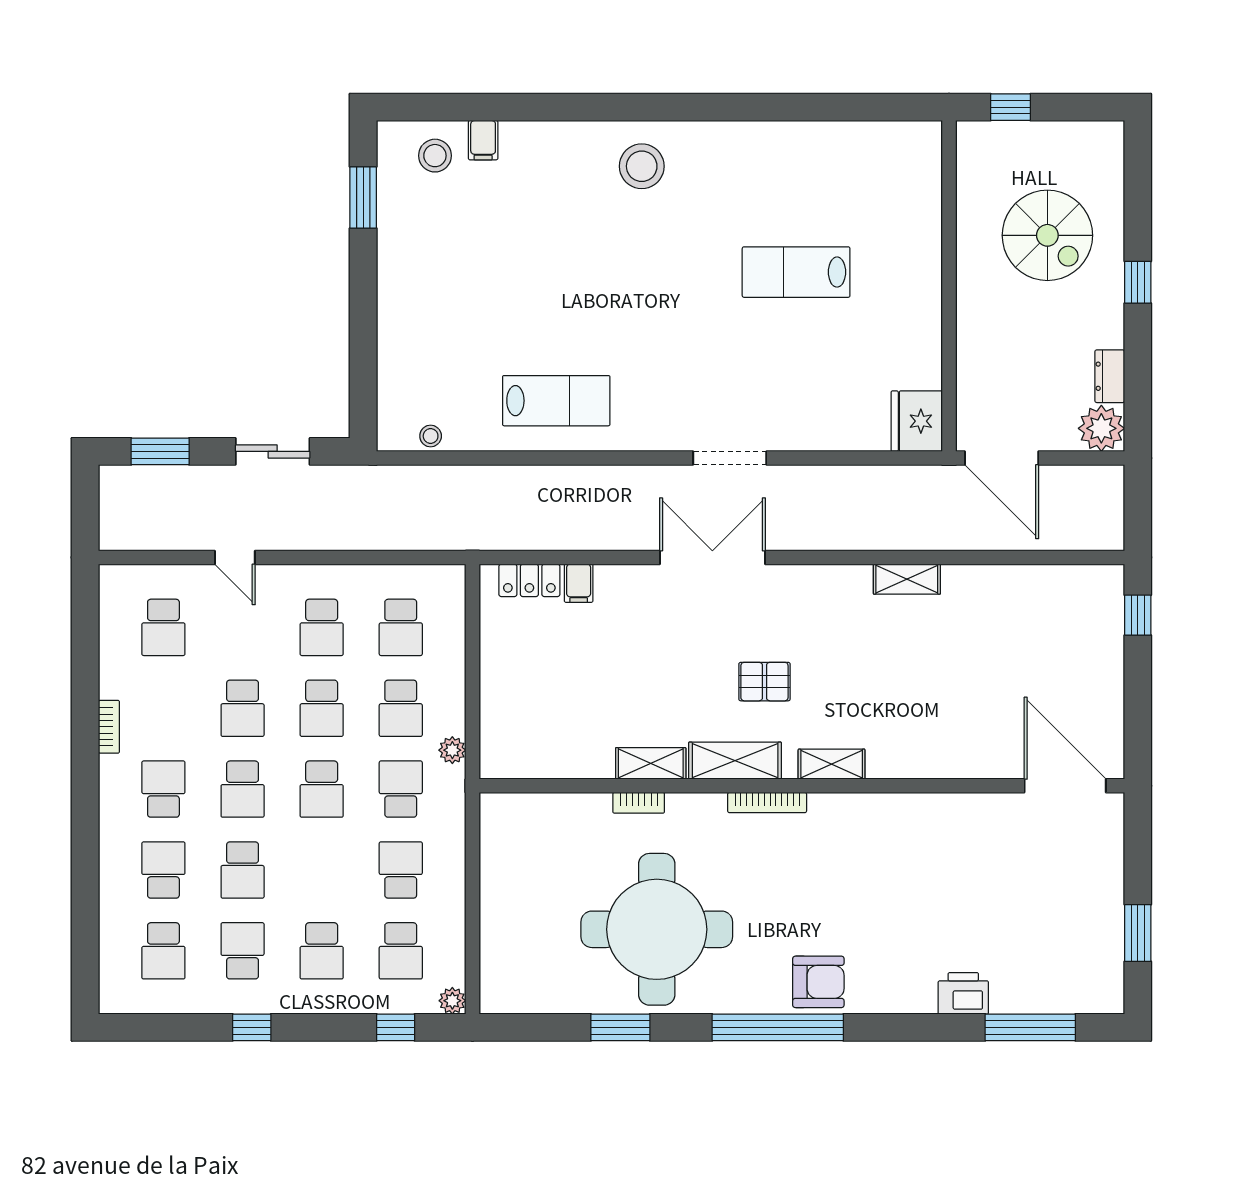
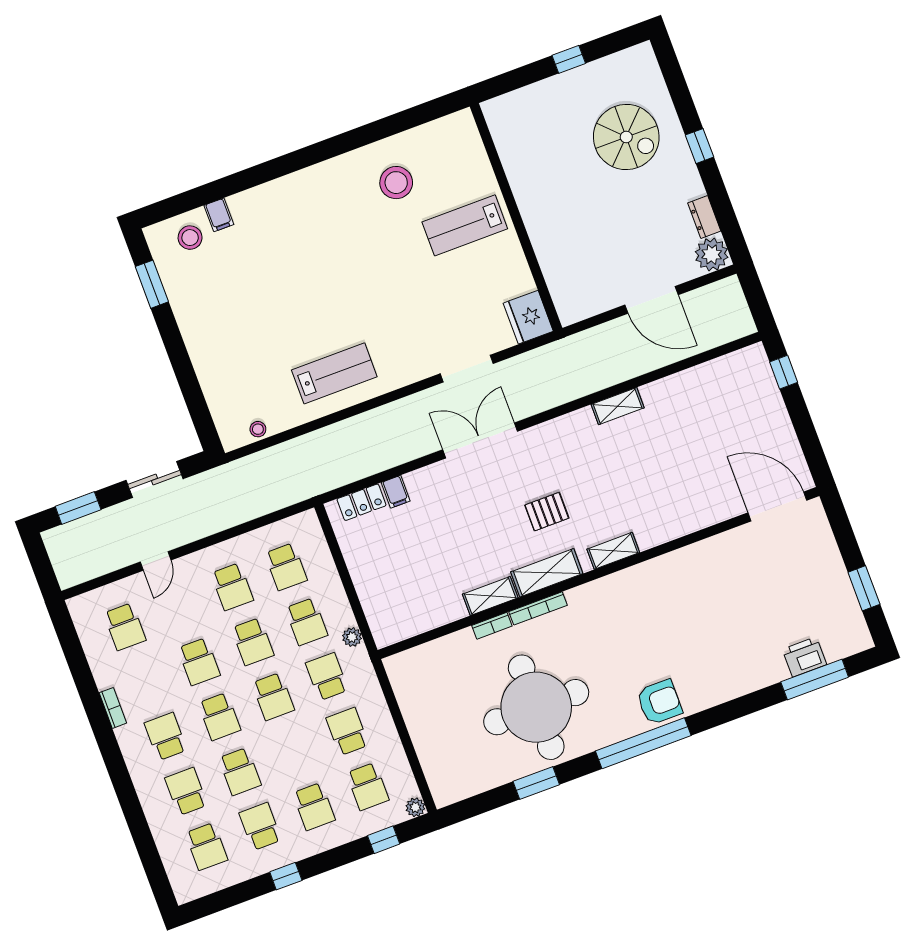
stool: (642, 166) -> (396, 183), moved
wall: (949, 286) -> (516, 217), moved
fridge: (917, 421) -> (528, 317), moved
door: (235, 557) -> (156, 561), hinge flipped
bookcase: (767, 803) -> (538, 608), moved
printer: (963, 993) -> (804, 657), moved

